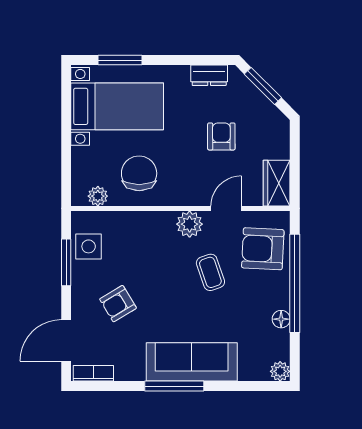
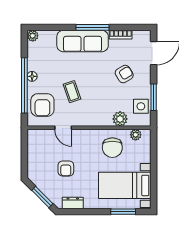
wardrobe: (277, 183) -> (35, 142), removed
door: (226, 208) -> (63, 128), hinge flipped
plant: (190, 224) -> (120, 119), moved
armchair: (263, 249) -> (42, 105), turned 87
floor lamp: (281, 319) -> (32, 76), moved
bookcase: (93, 373) -> (121, 35), moved

